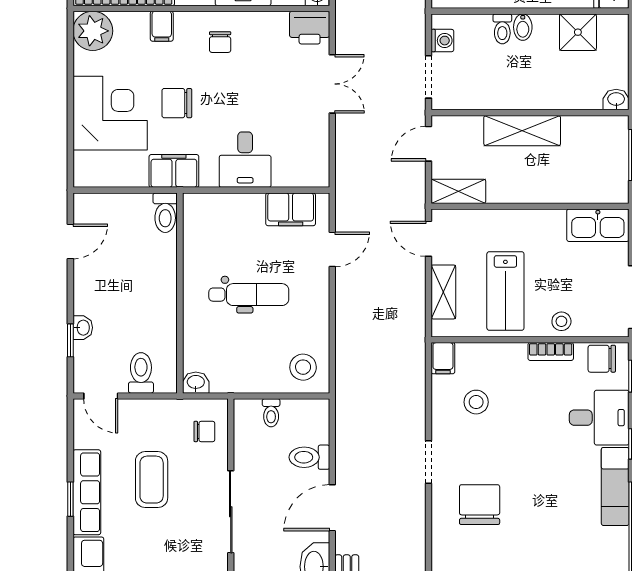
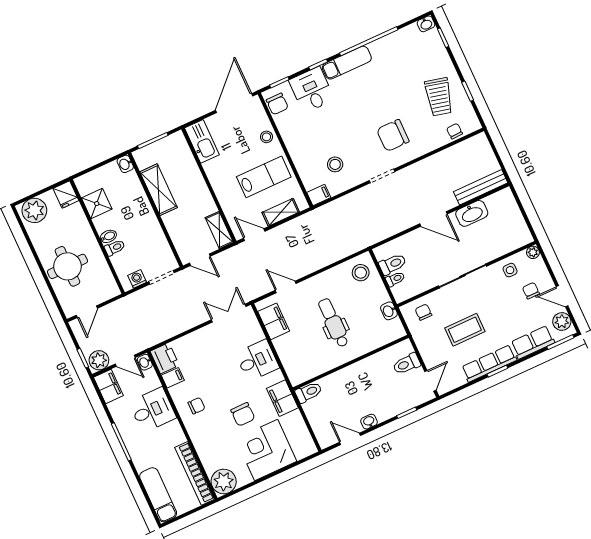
filing cabinet: (162, 26) -> (173, 378), moved
double door: (332, 84) -> (229, 313), moved
shelving: (522, 131) -> (159, 190), moved
door: (428, 239) -> (254, 235), swing flipped
washbasin: (83, 328) -> (369, 422), moved
bookcase: (551, 352) -> (287, 135), removed
washbasin: (196, 383) -> (389, 311), moved
toilet: (309, 457) -> (393, 264), moved, turned -90

